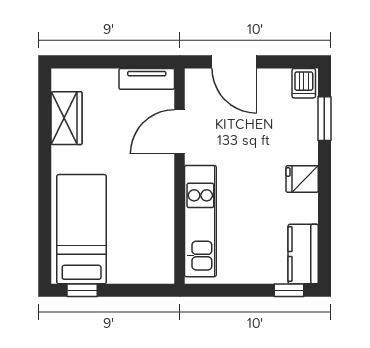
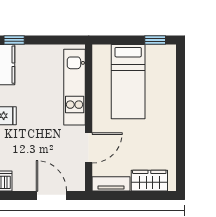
wardrobe: (67, 118) -> (149, 181), moved, turned 90
bed: (82, 229) -> (128, 82), moved

